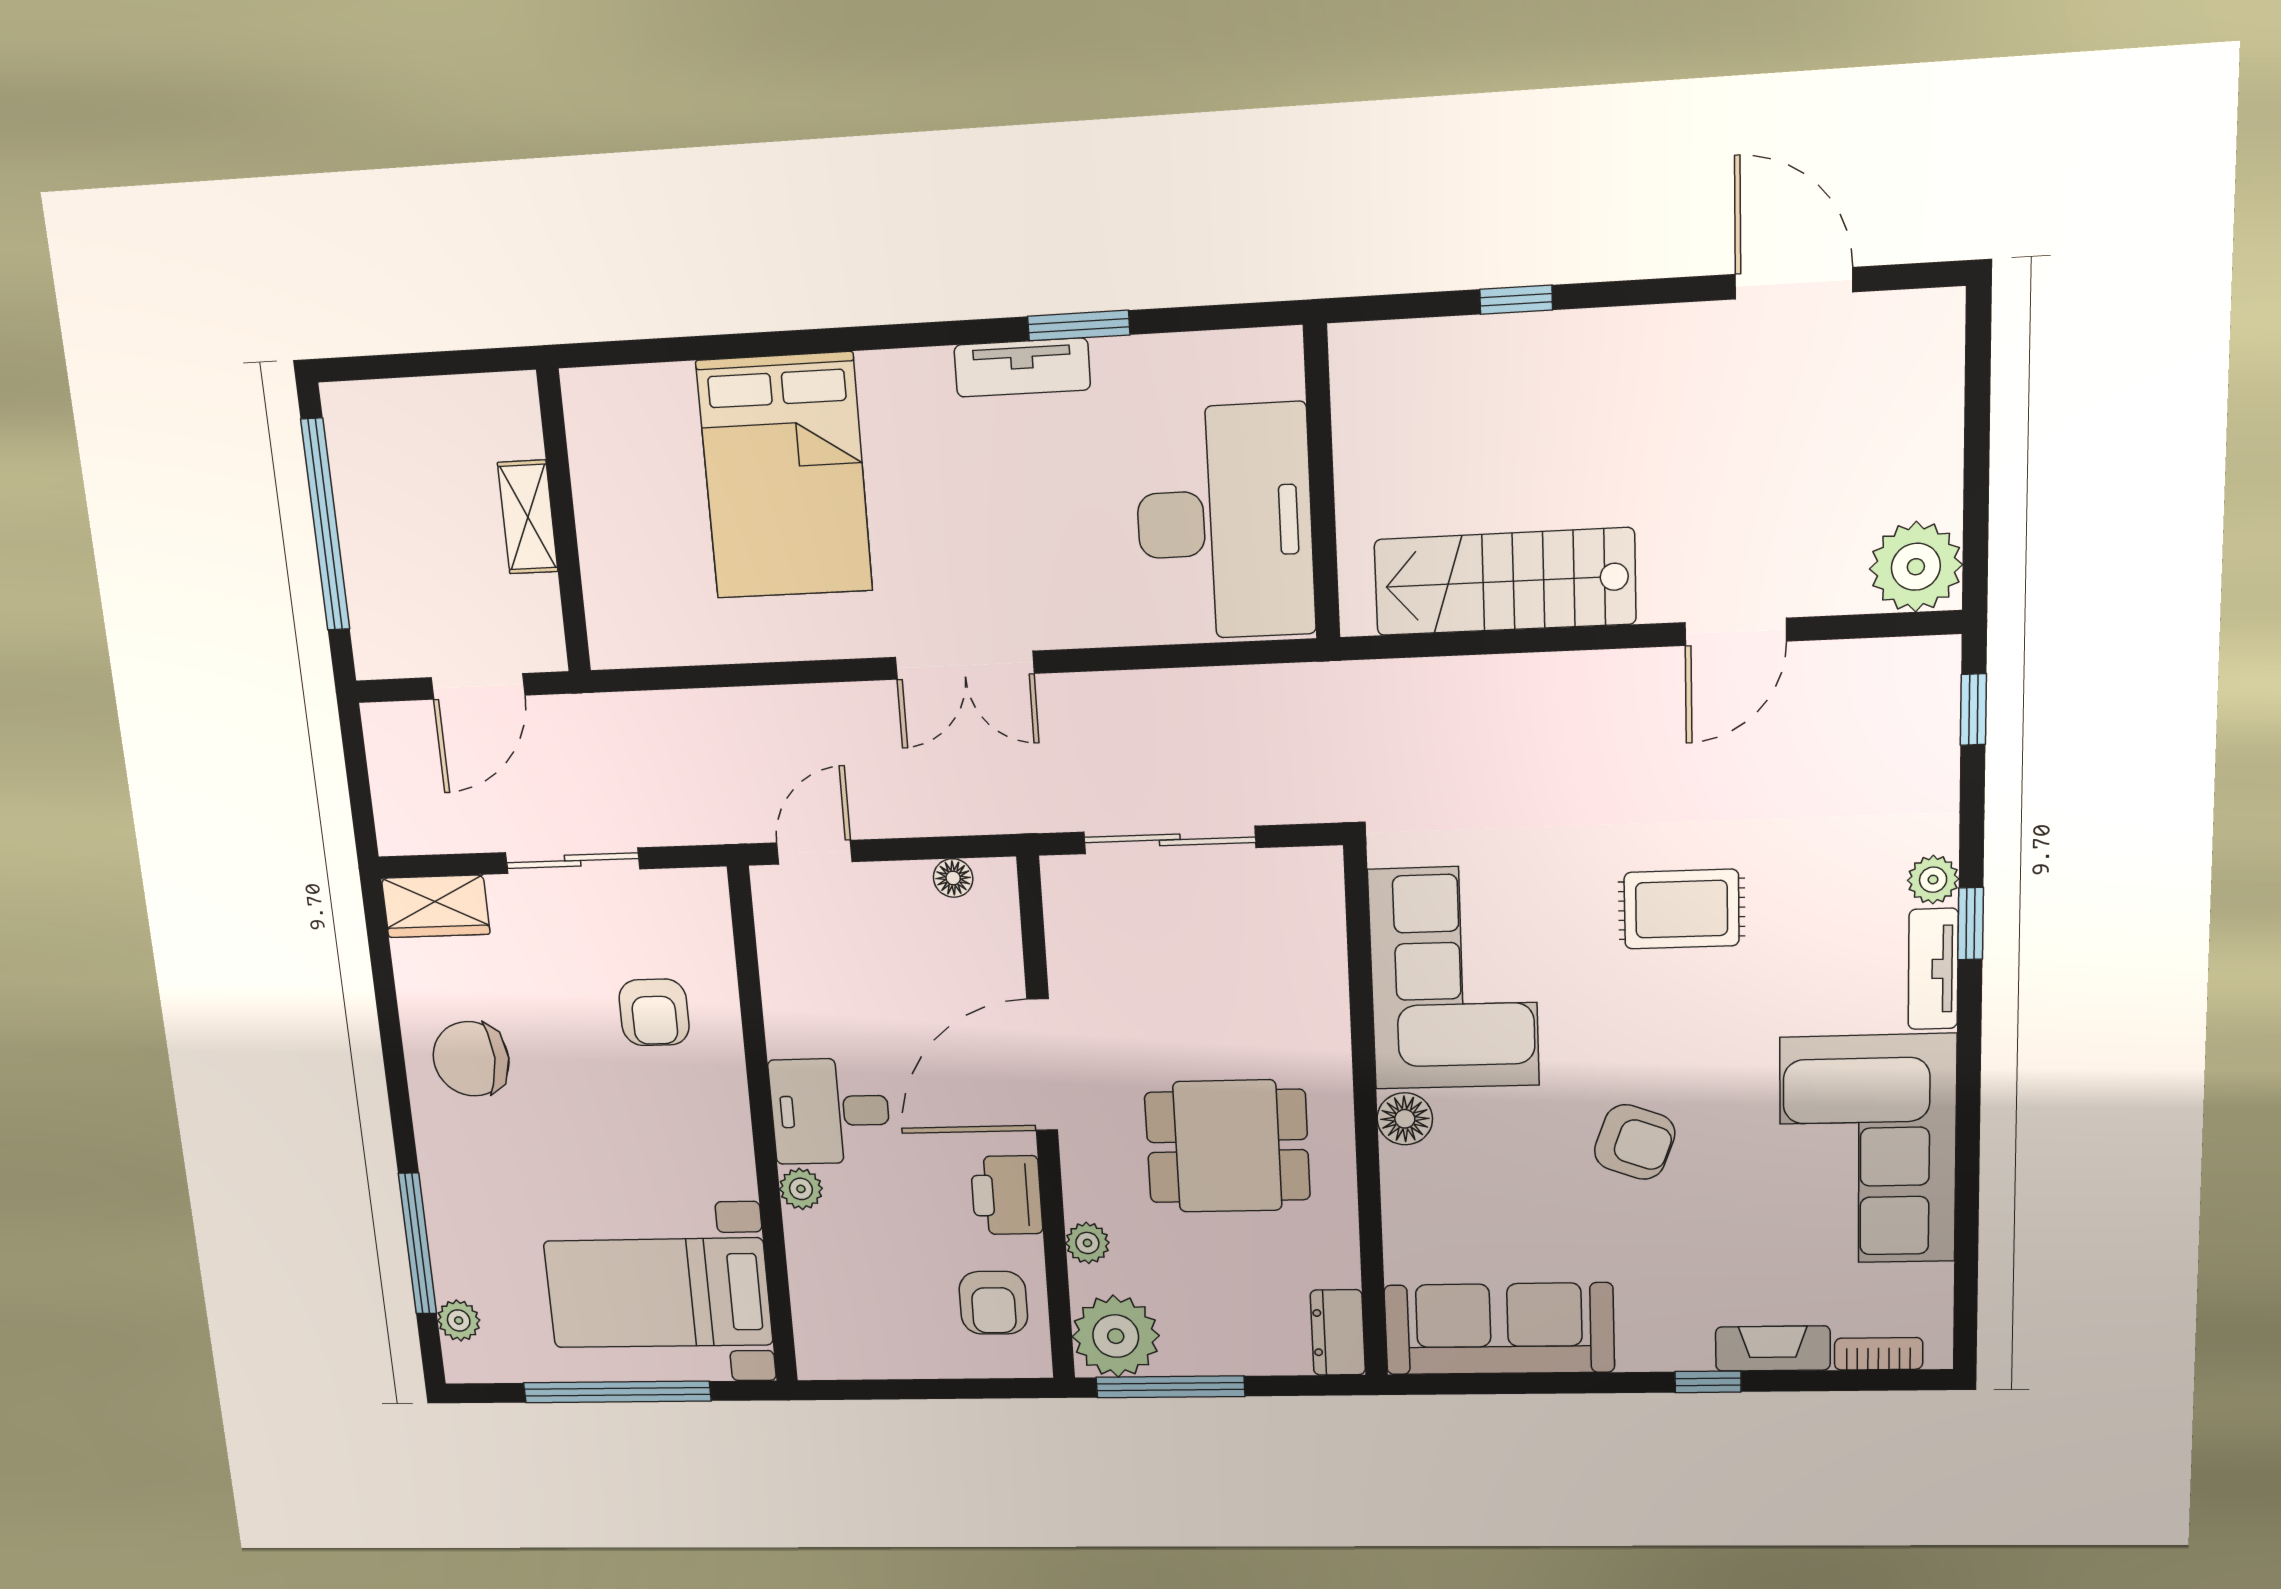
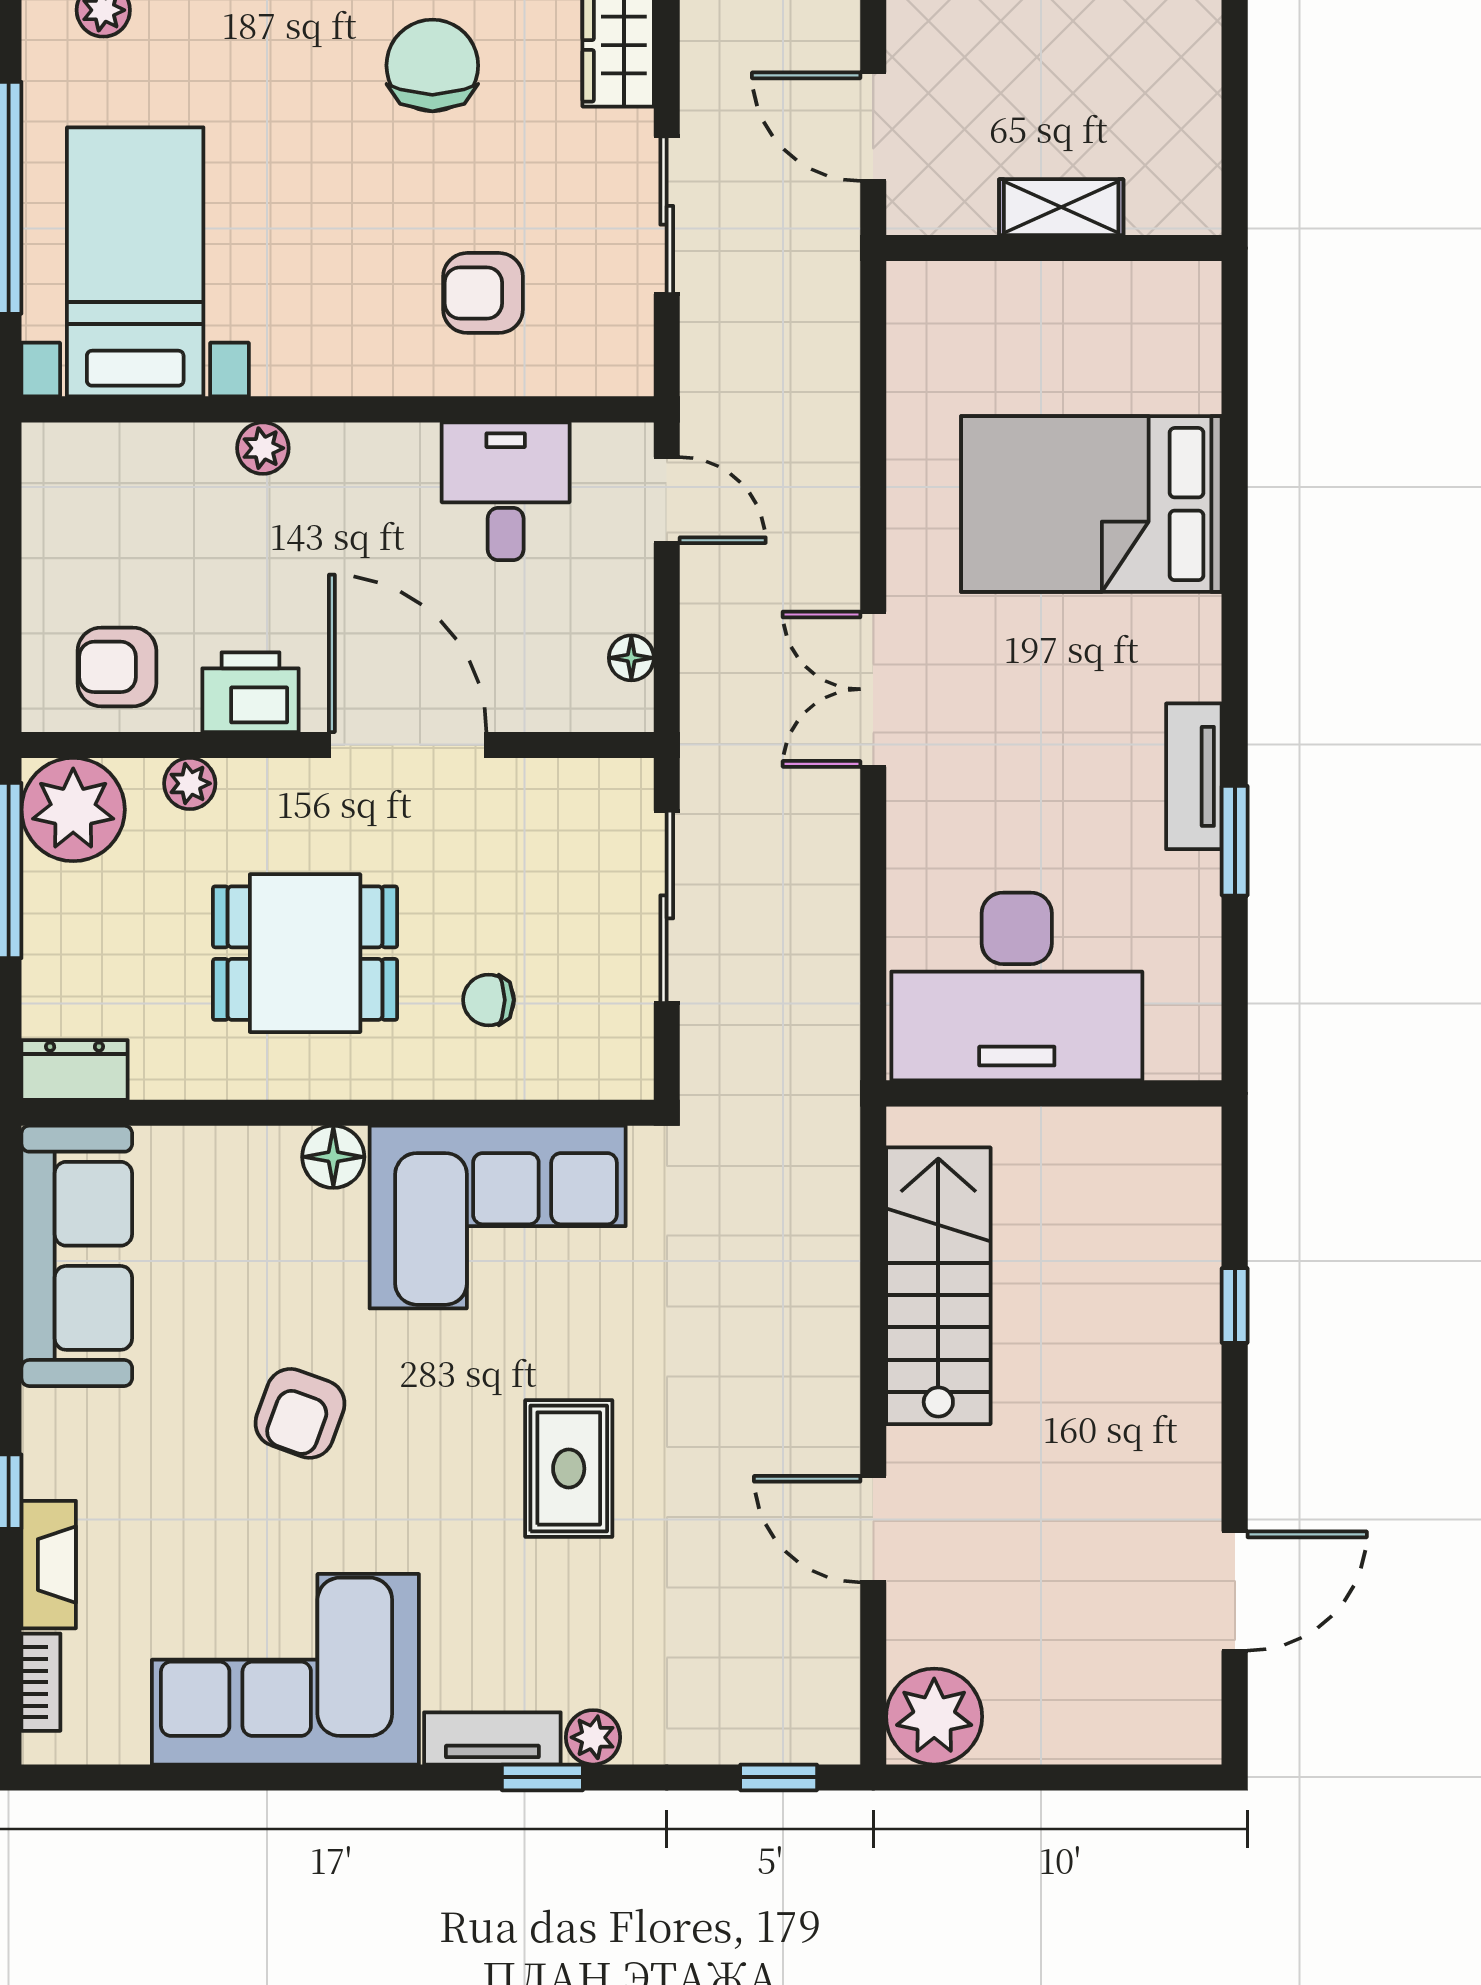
chair: (1260, 991) -> (489, 1000), added
desk: (830, 1111) -> (506, 491), moved
dining table: (1227, 1146) -> (305, 953), turned 90

